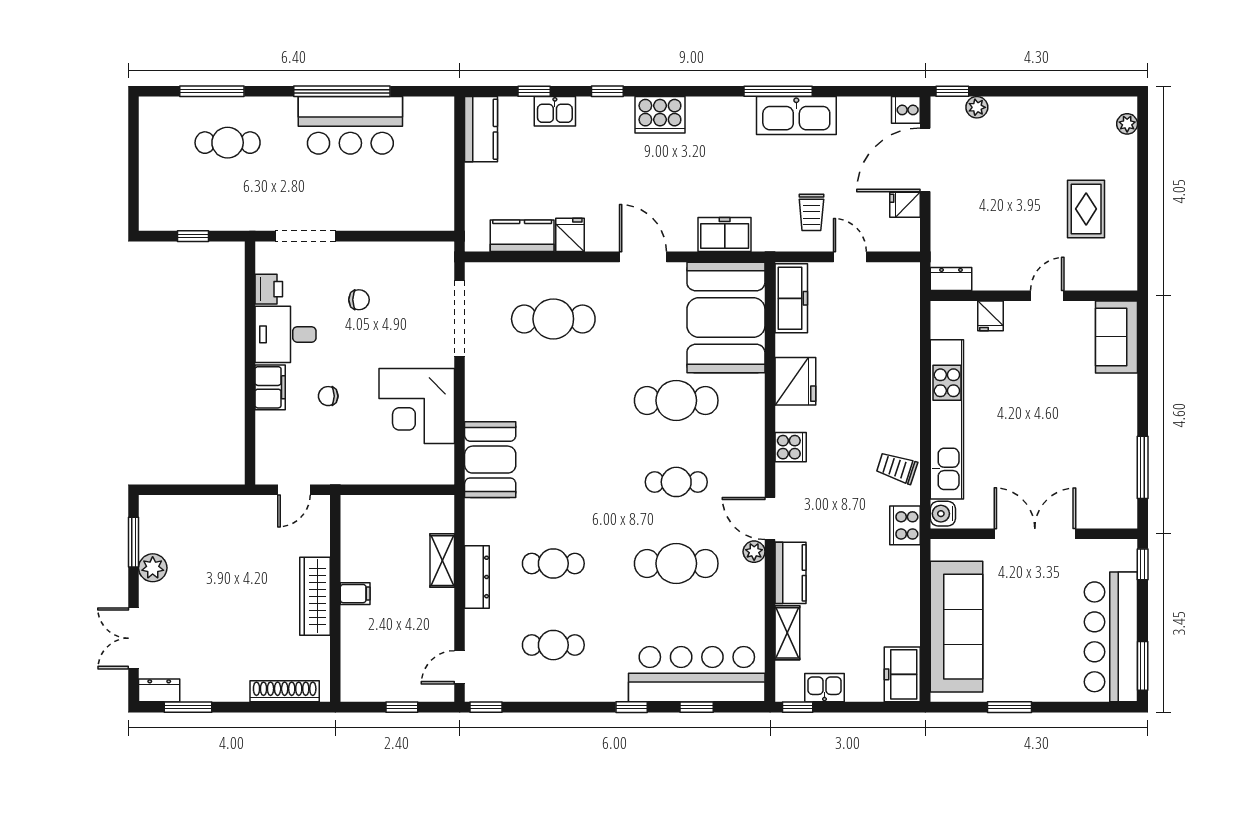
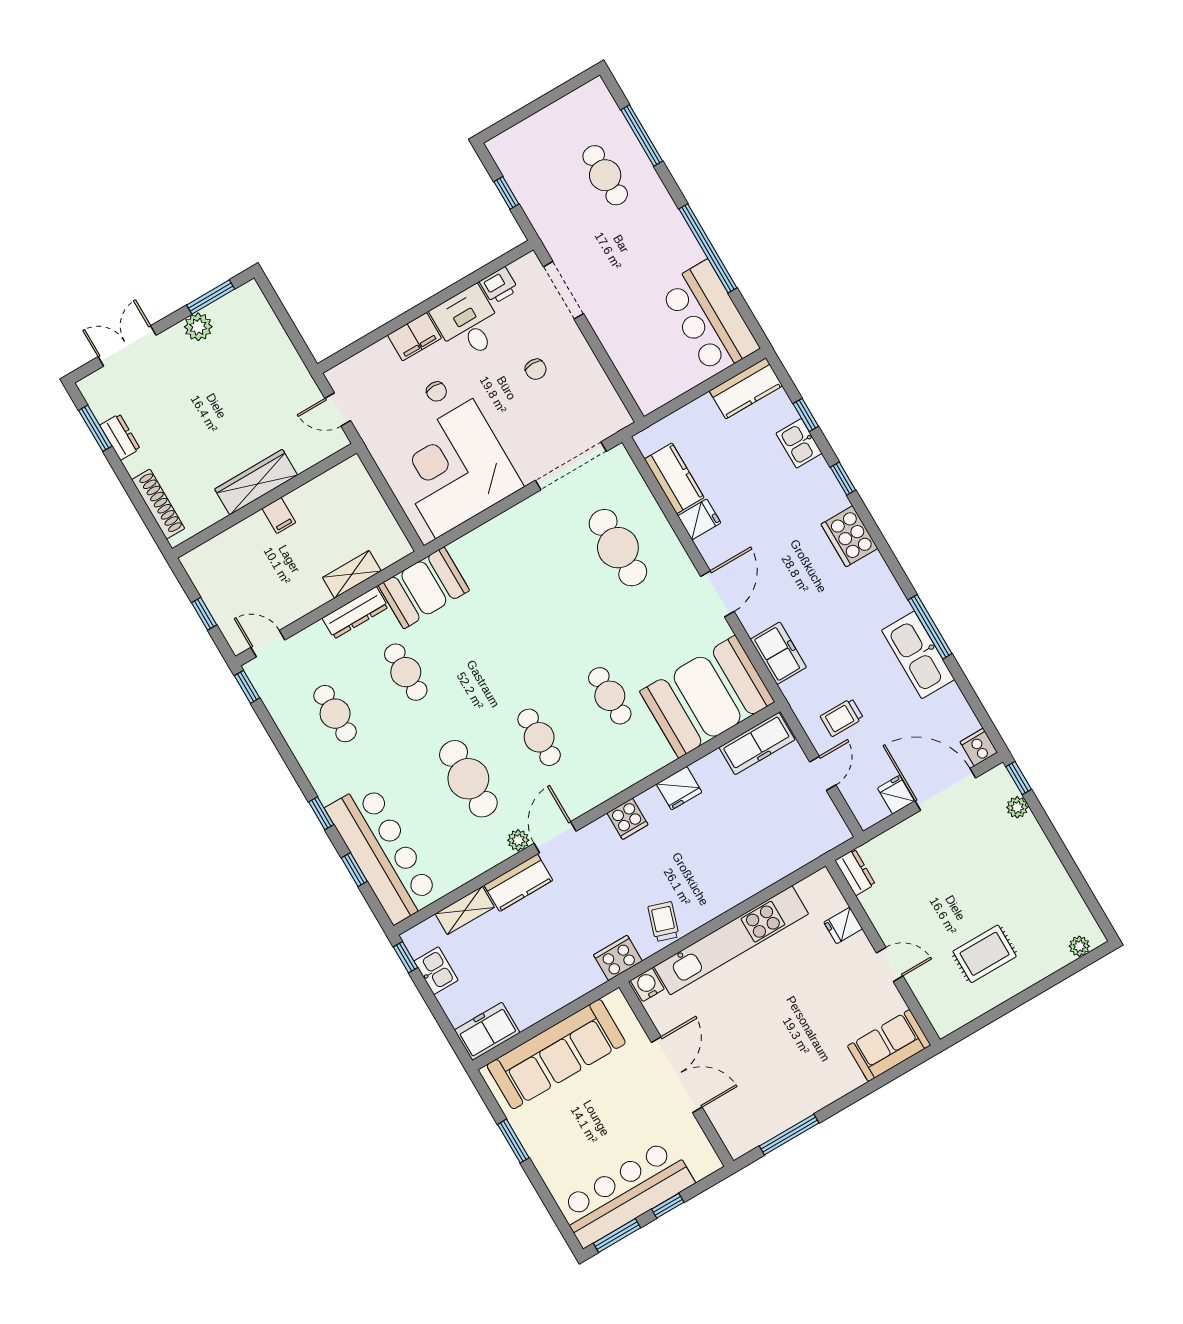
bar counter: (350, 125) -> (709, 318), moved
fridge: (795, 381) -> (679, 788), width x0.73, depth x0.75
chair: (328, 396) -> (436, 392), turned 180
cafe table: (676, 400) -> (610, 696), width x0.73, depth x0.74
corner desk: (417, 406) -> (454, 469), width x1.36, depth x1.36
booth: (490, 460) -> (424, 588), moved
window: (1143, 564) -> (668, 1206), moved
dresser: (159, 690) -> (120, 437), moved

